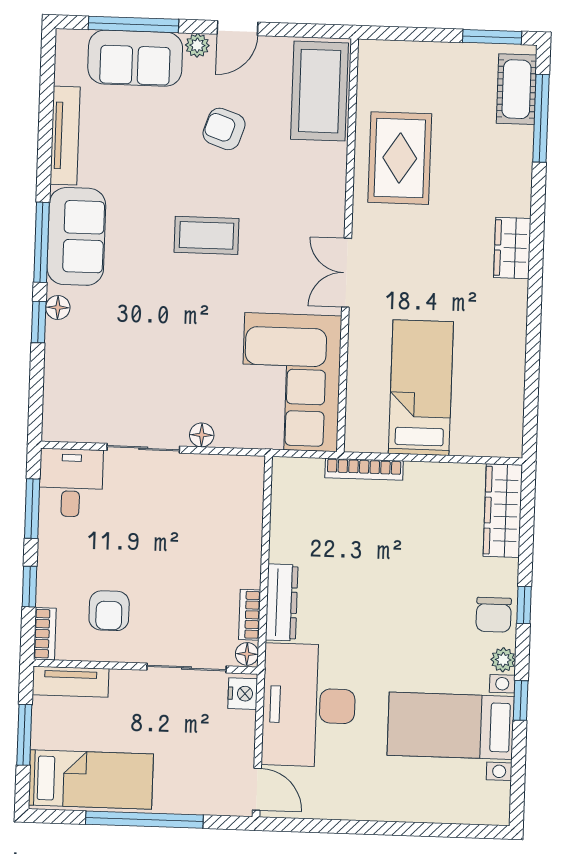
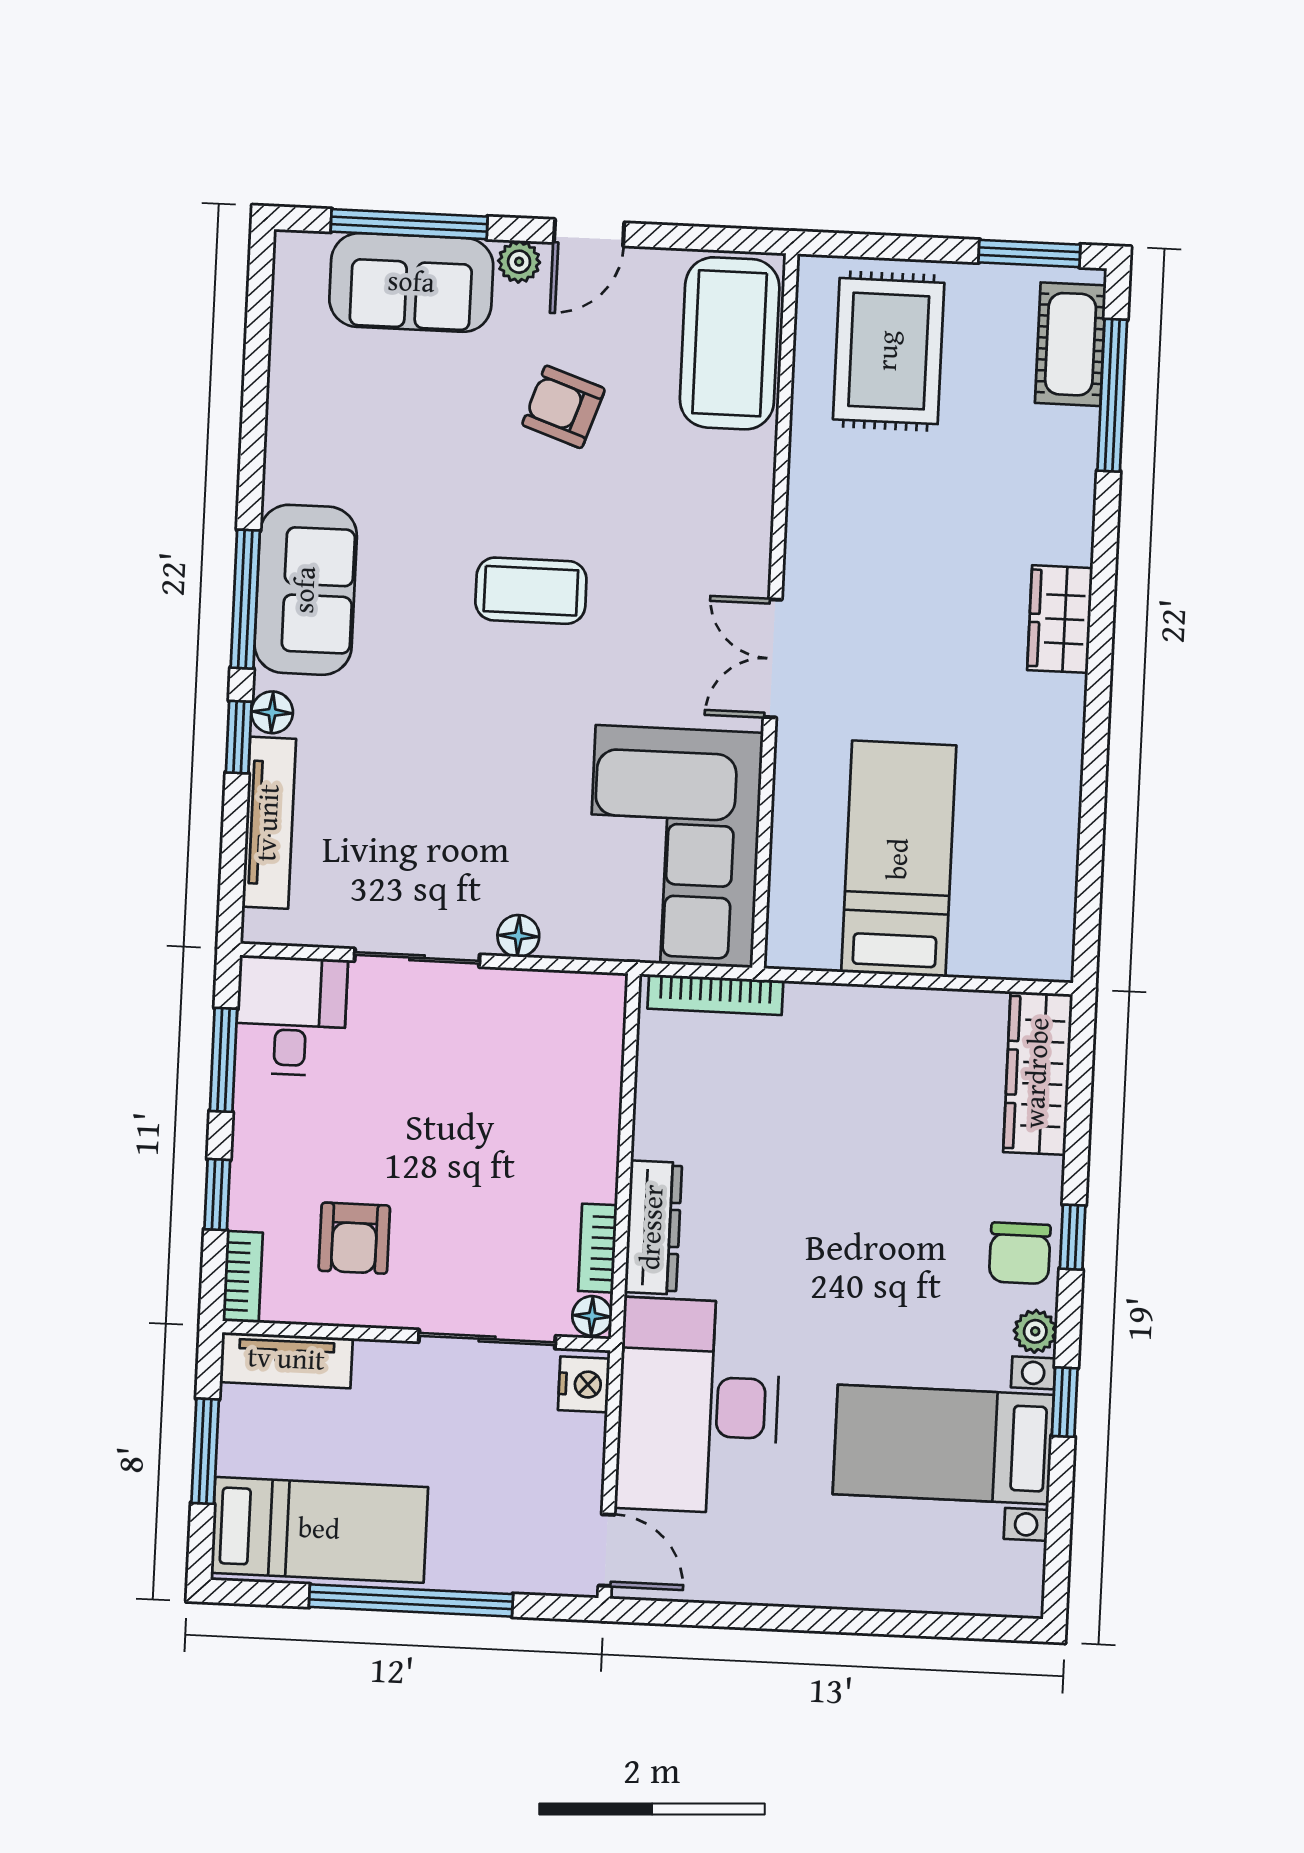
tv unit: (65, 136) -> (269, 823), moved
rug: (400, 158) -> (889, 351), moved
bookcase: (364, 469) -> (715, 995), moved

